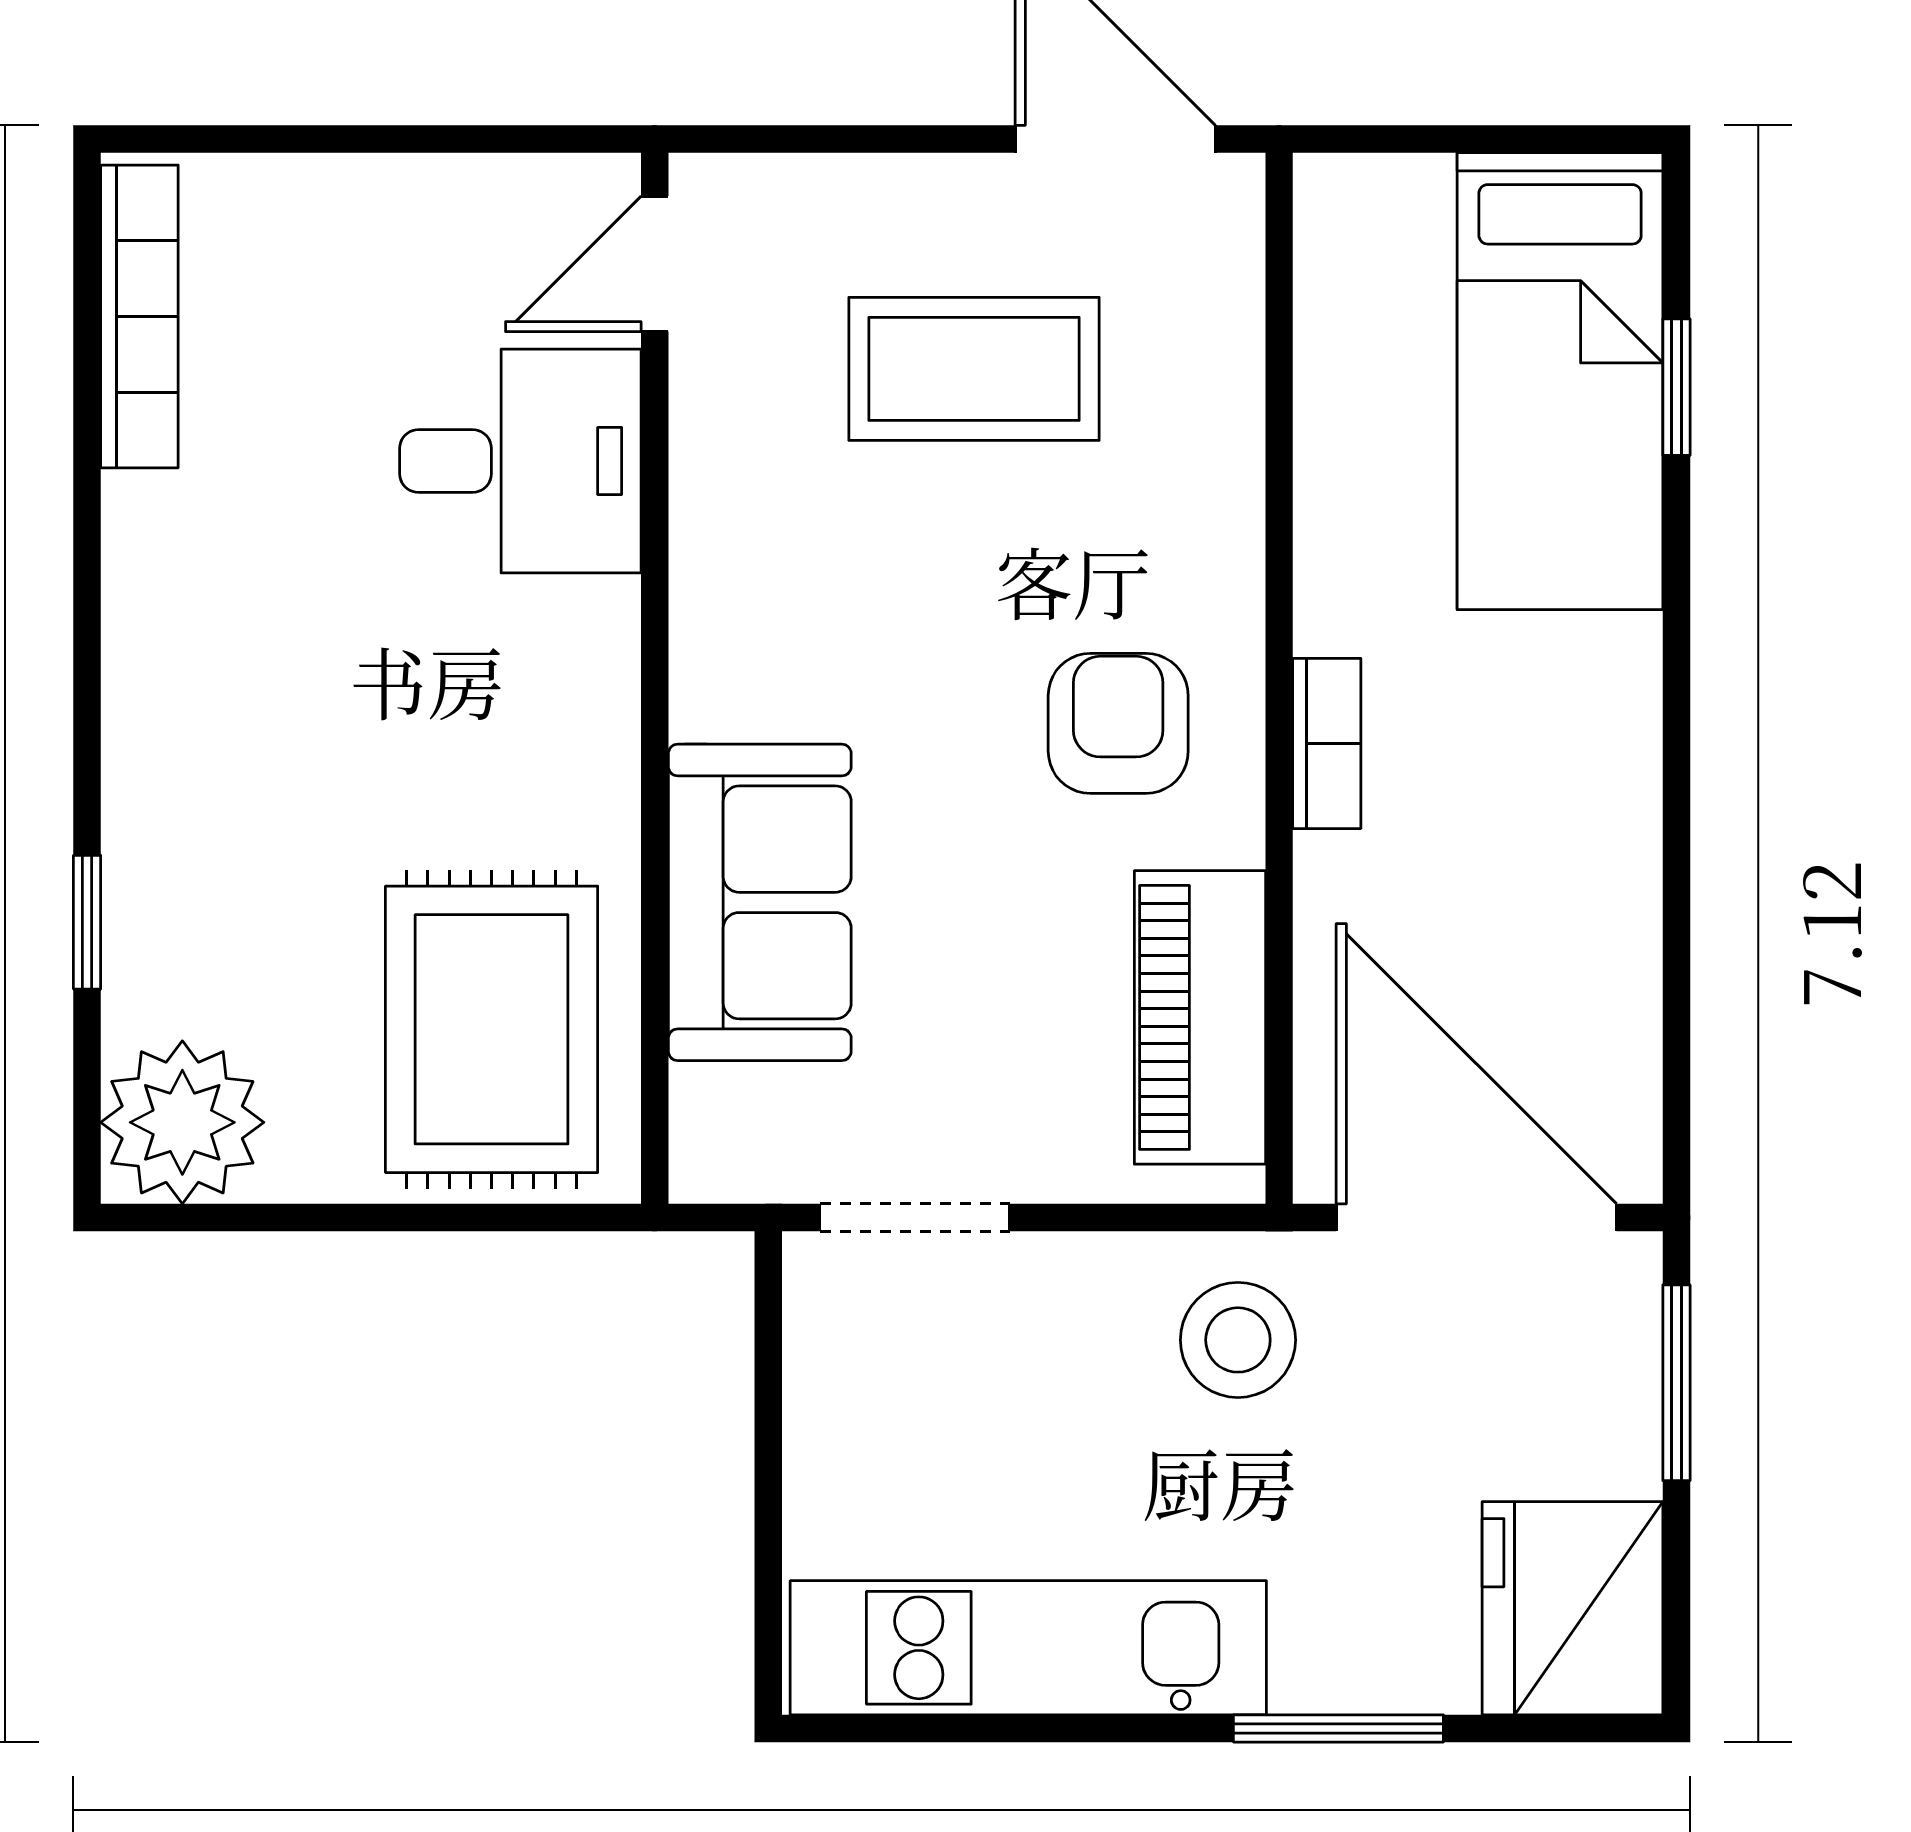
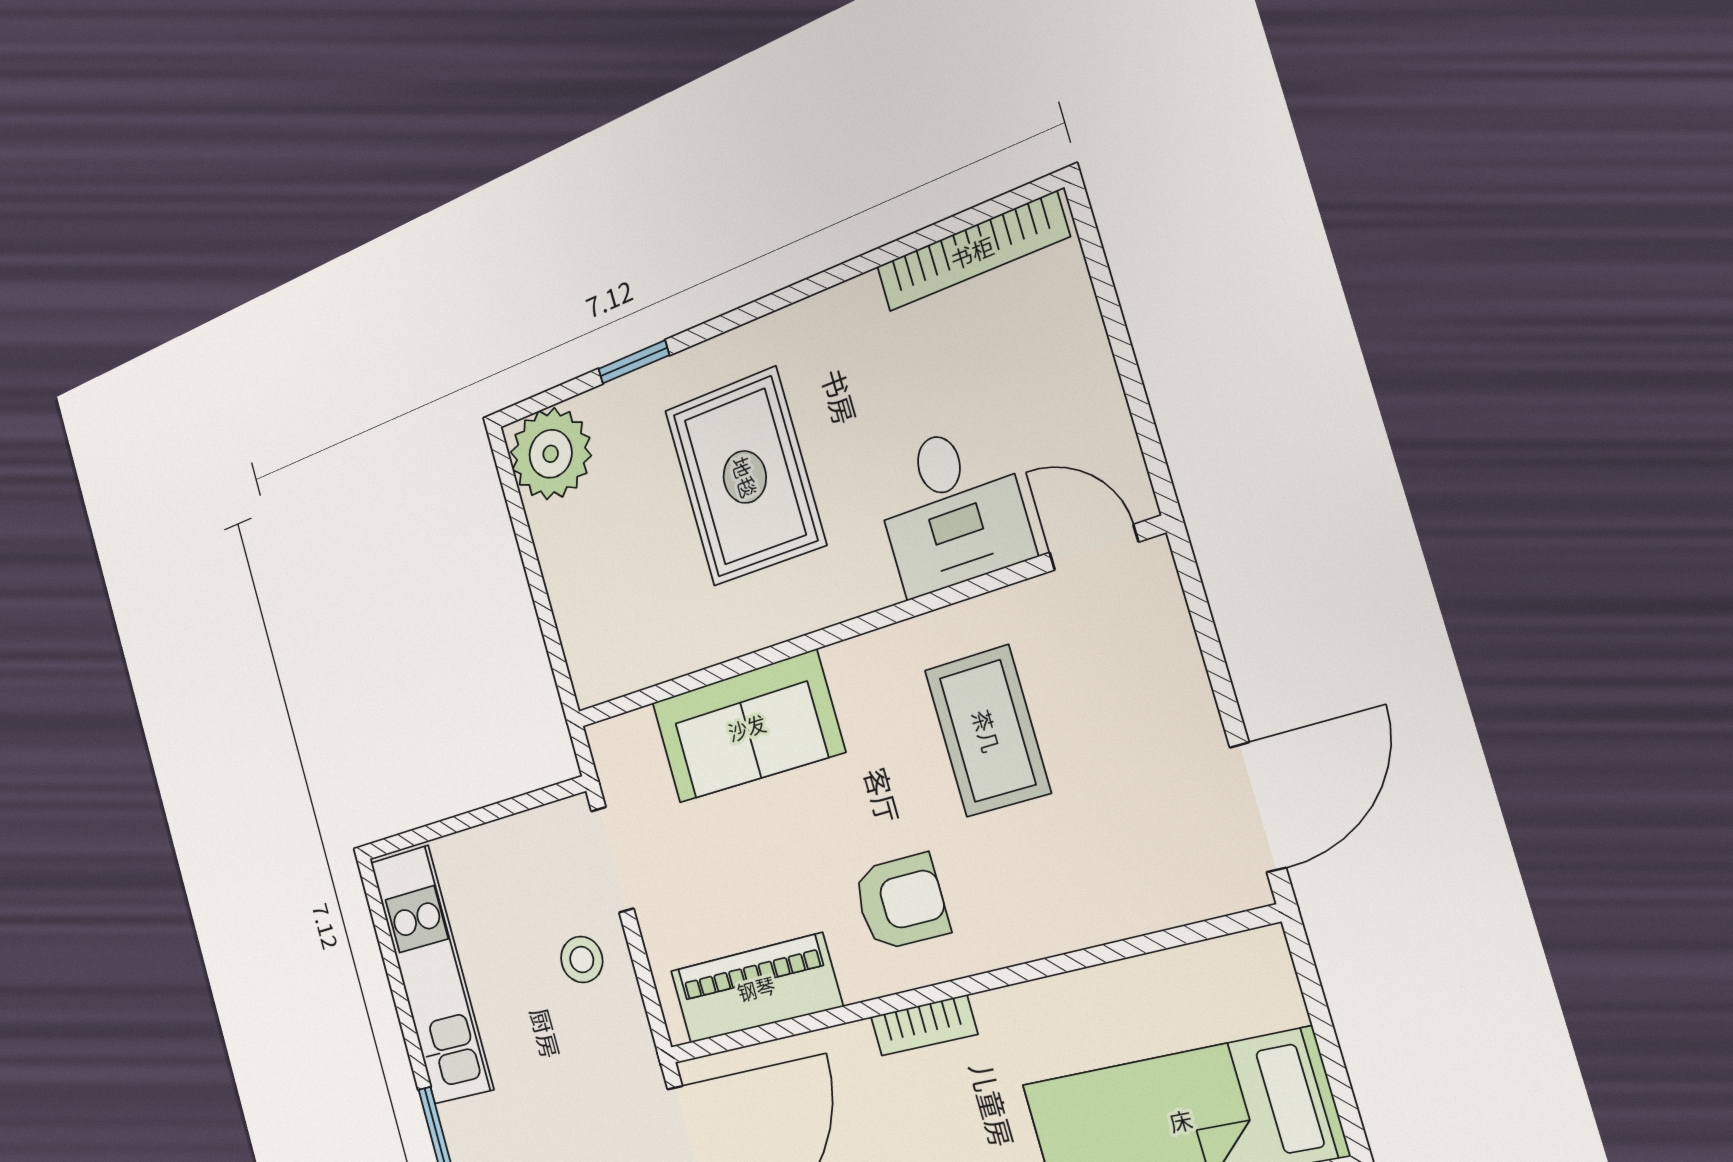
coffee table: (974, 369) -> (987, 731), moved
rug: (492, 1029) -> (745, 477), moved, turned 90
stool: (1238, 1340) -> (582, 960), moved, width x0.73, depth x0.73

